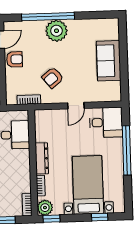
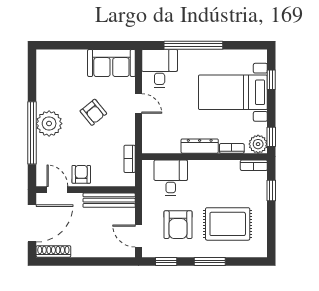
sofa: (109, 61) -> (111, 63), moved
armchair: (53, 78) -> (93, 112), moved

